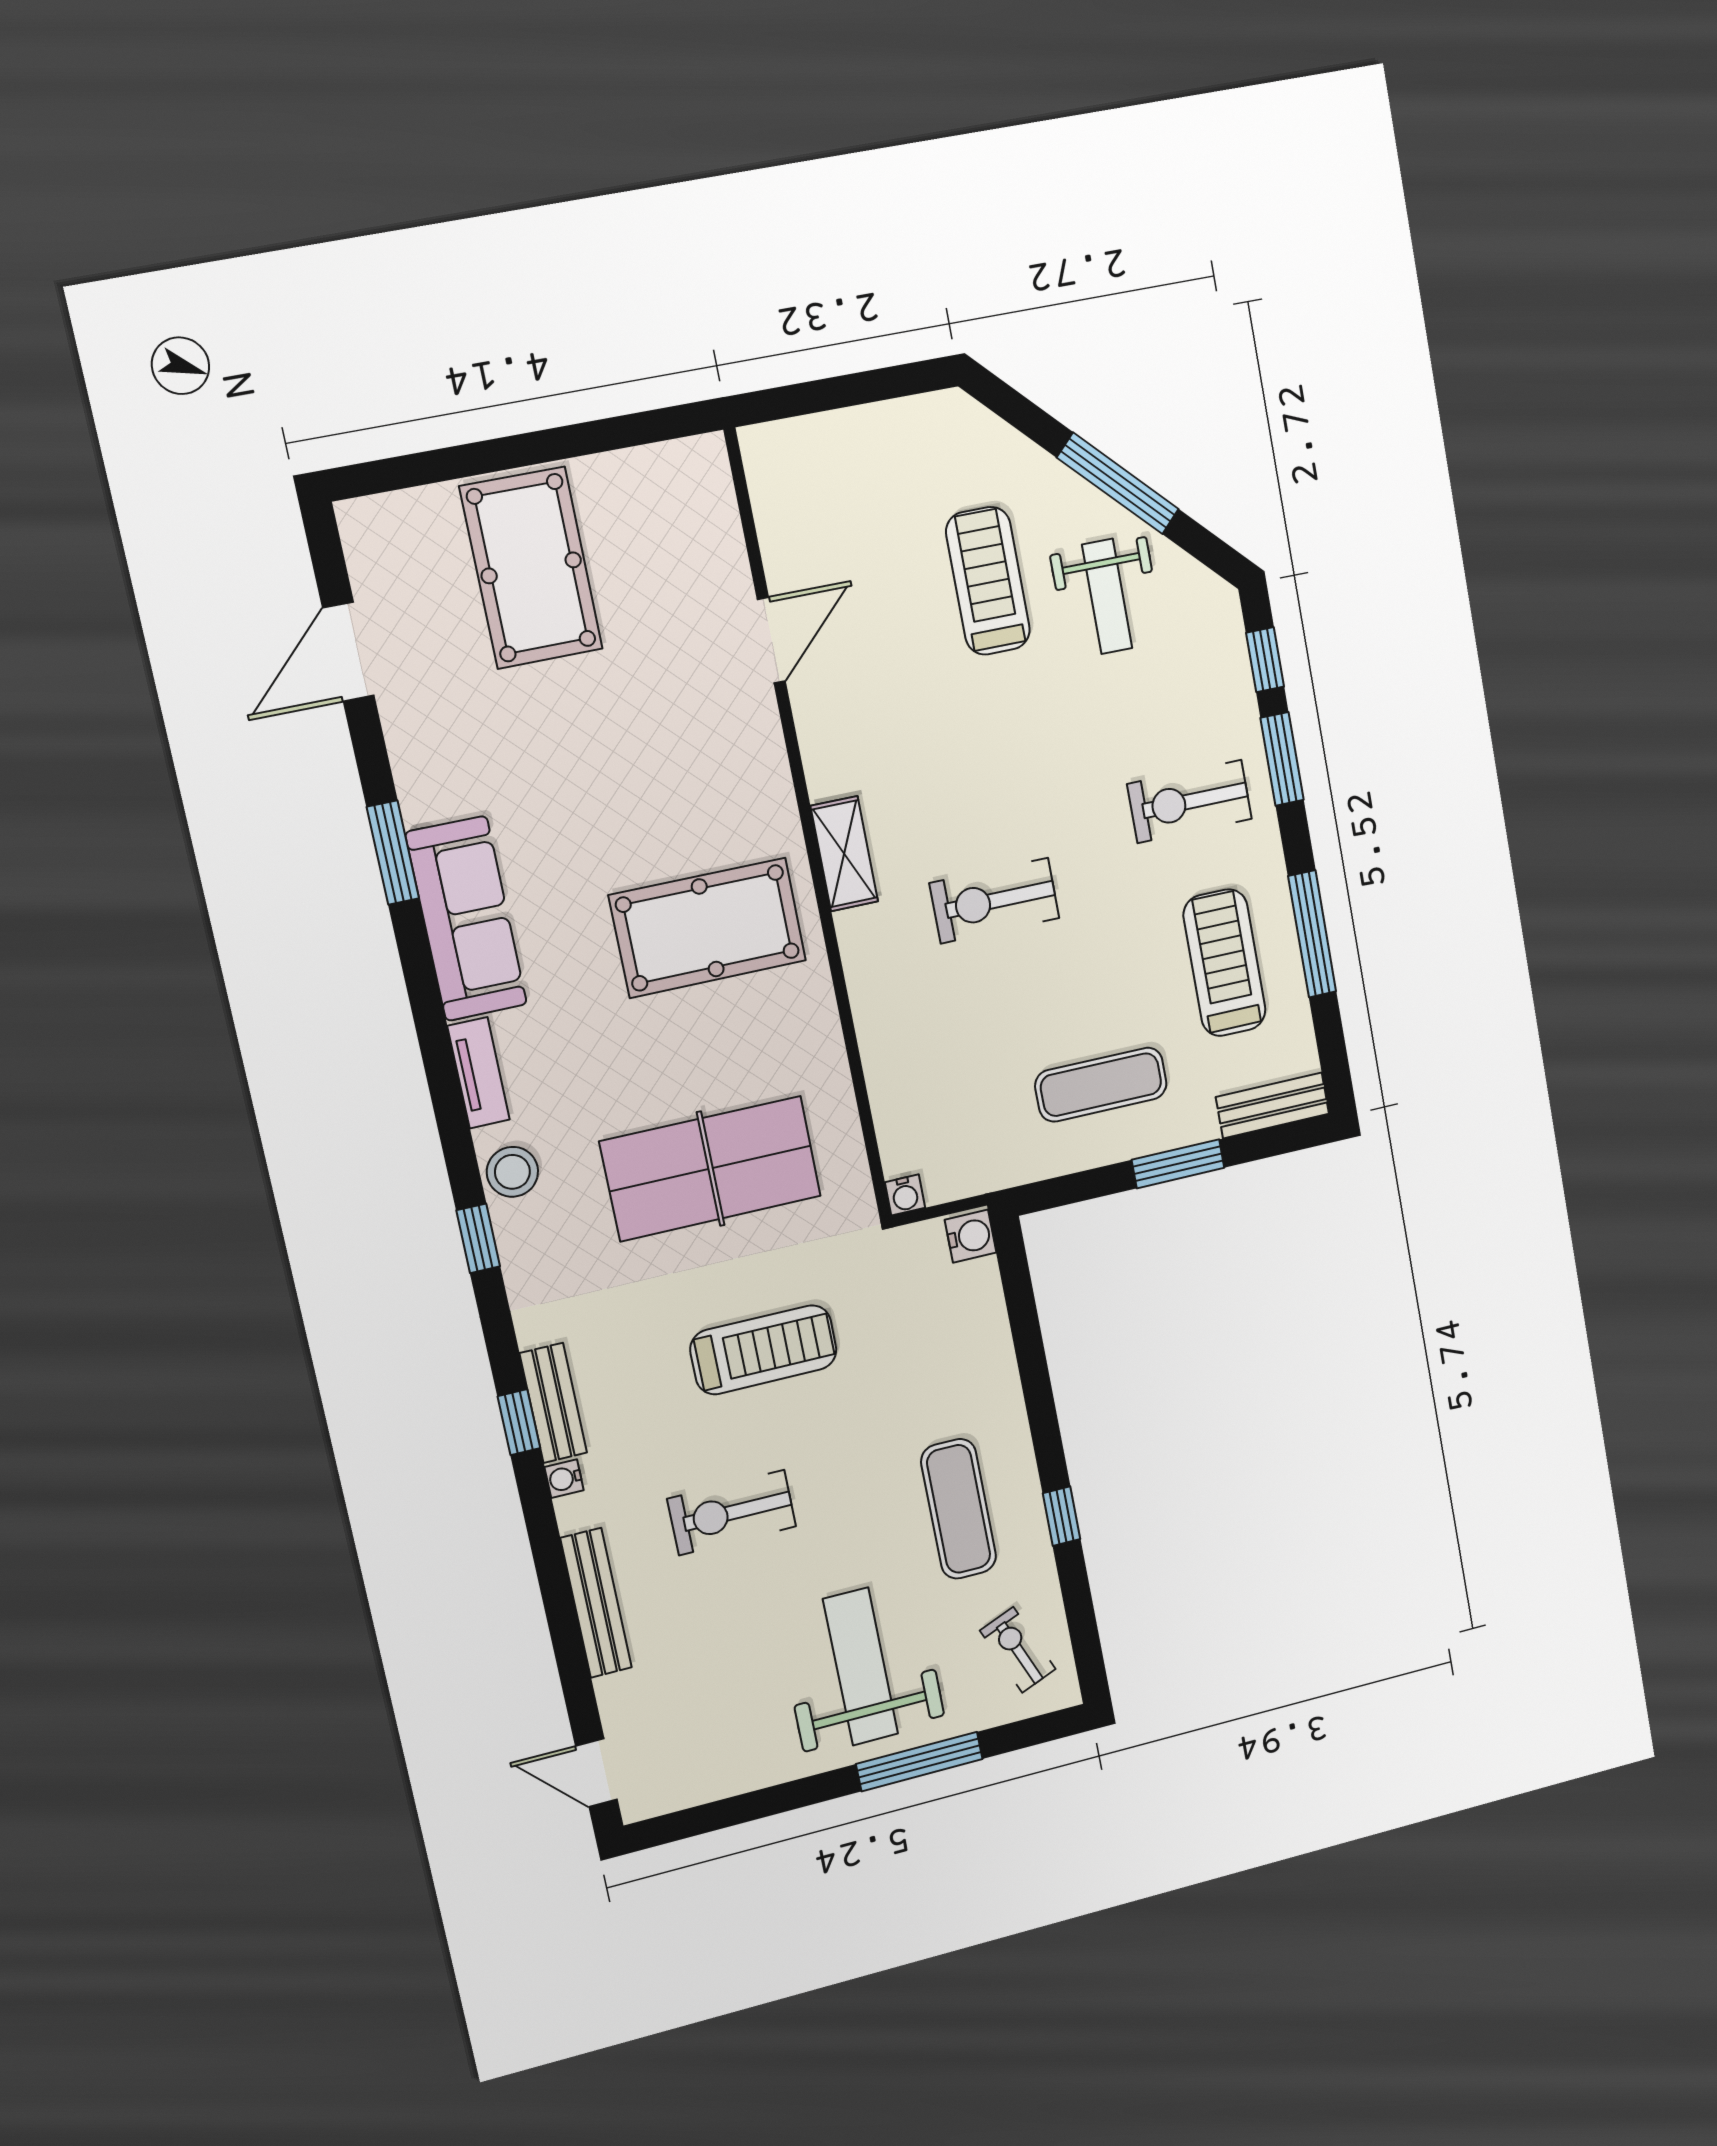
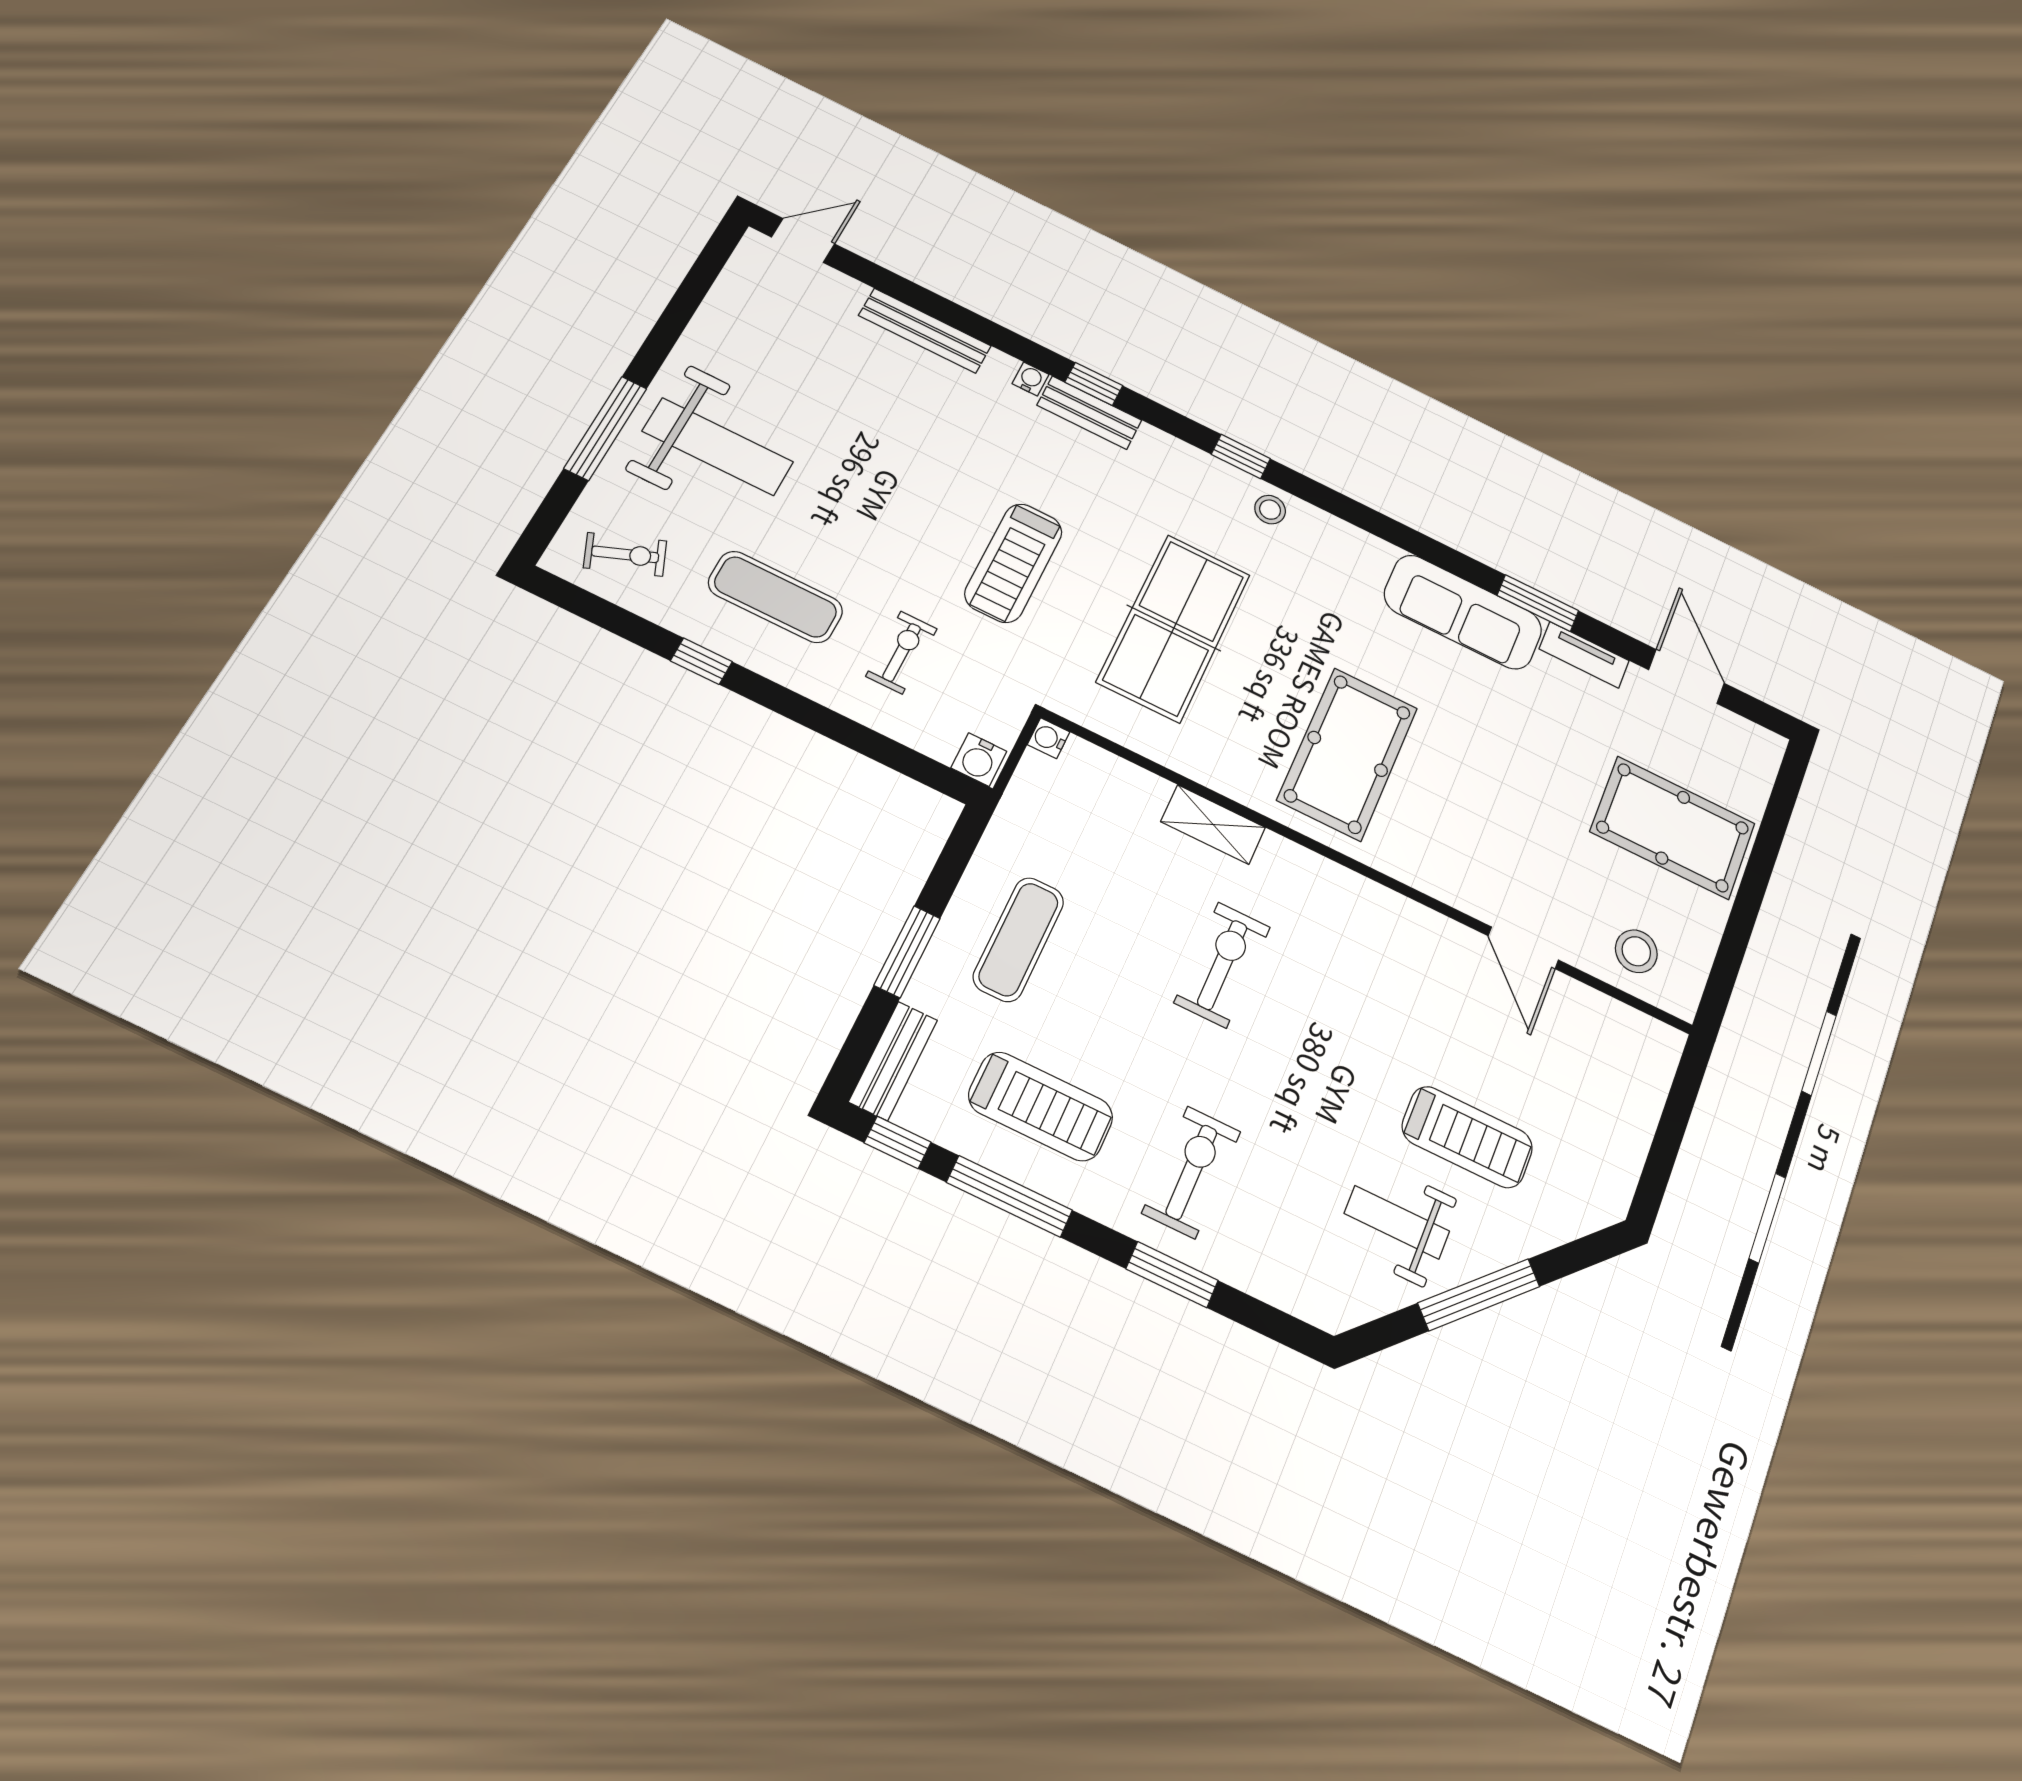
stool: (691, 529) -> (1636, 951), added
window: (1265, 660) -> (898, 1142), moved
shelving: (844, 854) -> (1213, 825), moved
tv unit: (479, 1073) -> (1584, 655), moved
stool: (512, 1172) -> (1270, 510), width x0.73, depth x0.73
exercise bike: (732, 1513) -> (902, 652), moved, width x0.73, depth x0.72

